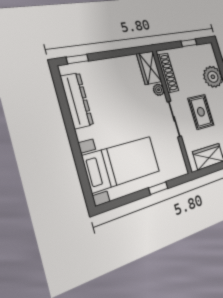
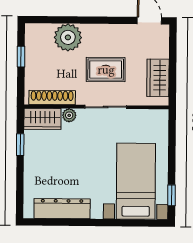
window: (77, 59) -> (20, 145), moved
window: (158, 188) -> (172, 195), moved

